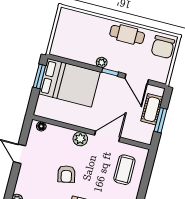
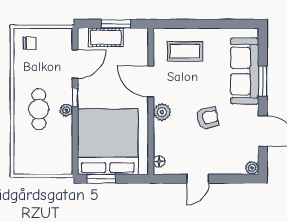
cafe table: (127, 34) -> (39, 109), moved
chair: (163, 47) -> (30, 43), width x0.54, depth x0.54
bed: (69, 83) -> (108, 142), width x1.36

